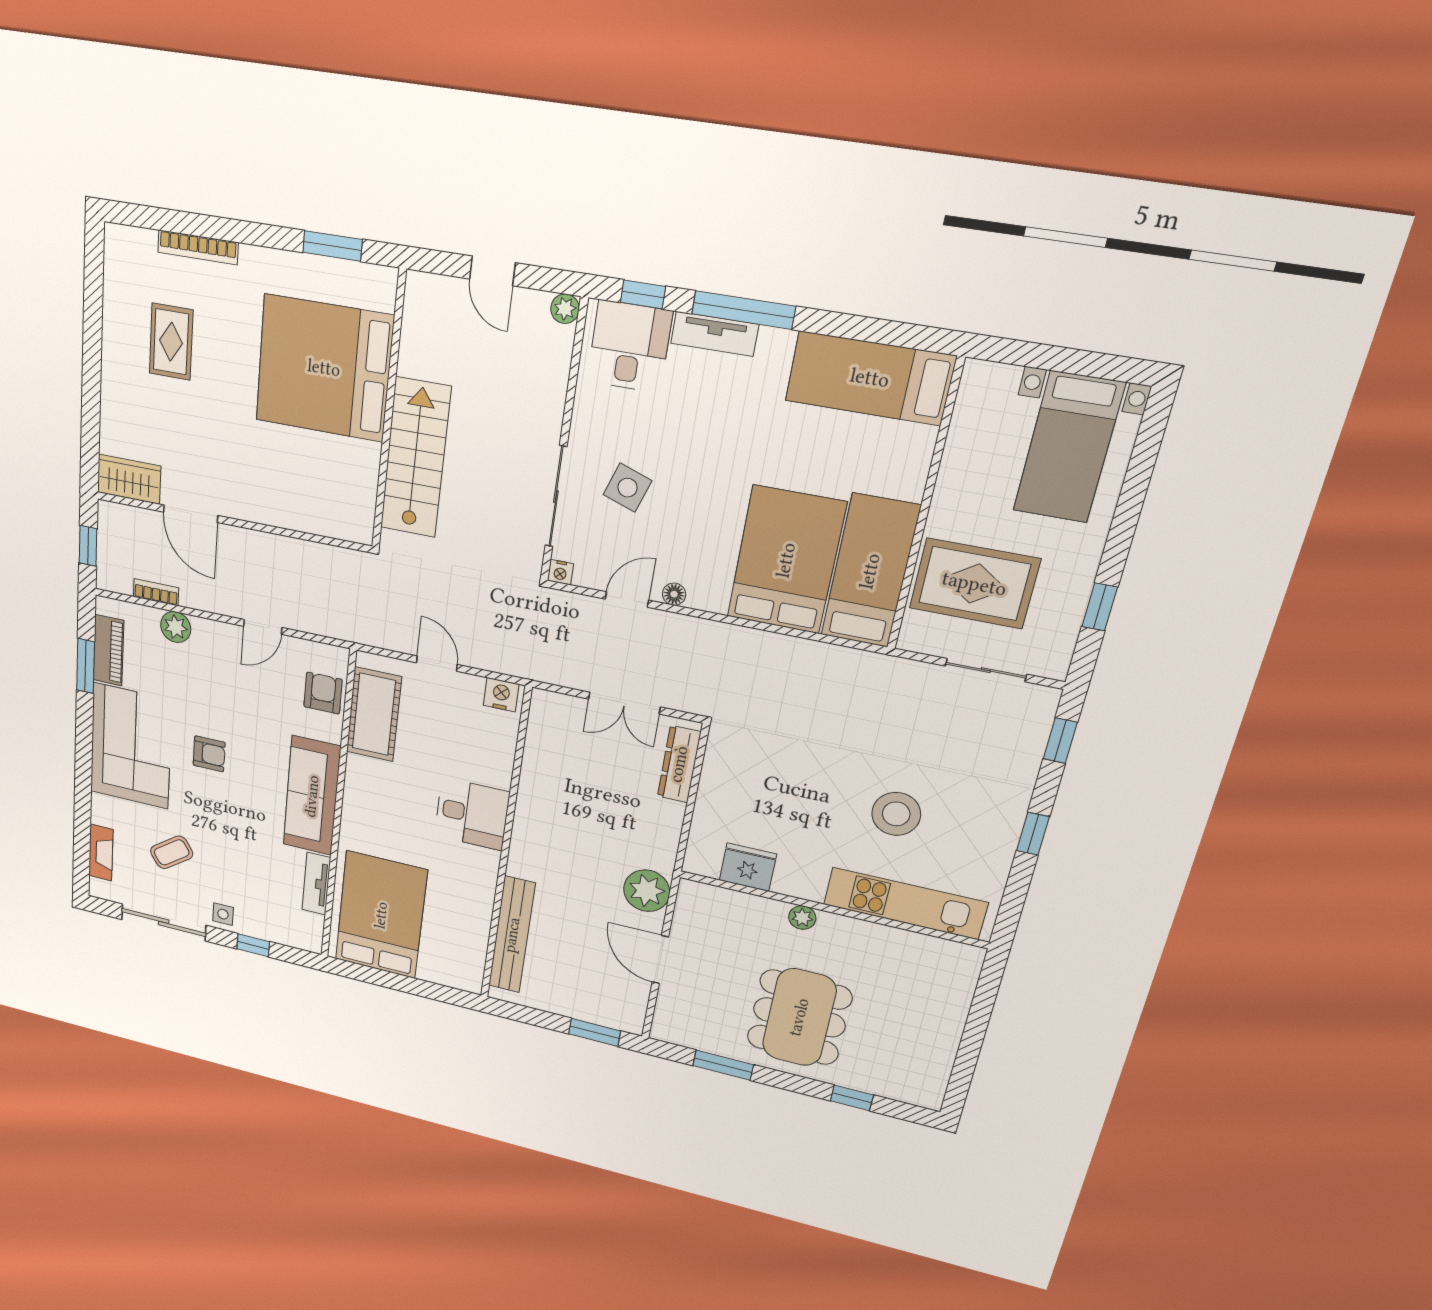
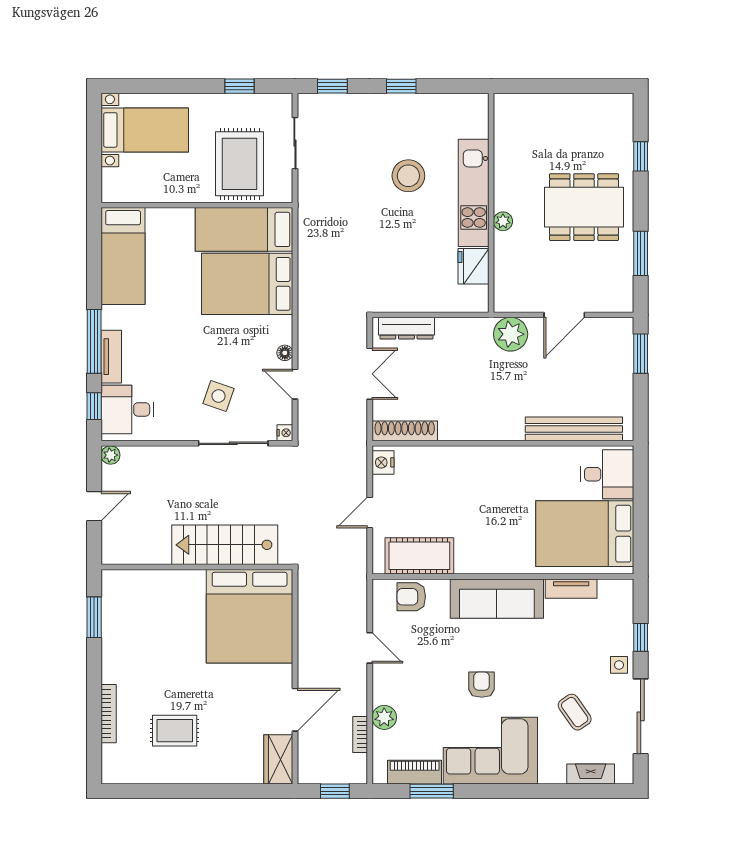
bed: (324, 368) -> (250, 616), moved
shoe rack: (539, 732) -> (405, 431), added
desk: (472, 814) -> (607, 474), moved, turned 90
kitchen unit: (905, 903) -> (474, 193), moved

